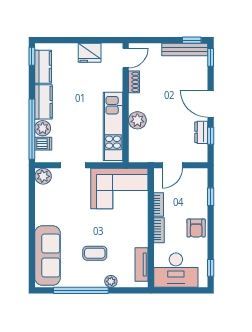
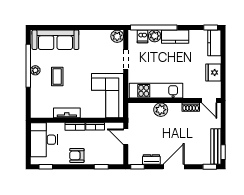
kitchen counter: (43, 67) -> (214, 43), moved, turned 90
window: (211, 136) -> (138, 167), moved
tv unit: (142, 264) -> (67, 113), moved
plant: (111, 281) -> (35, 70), moved

